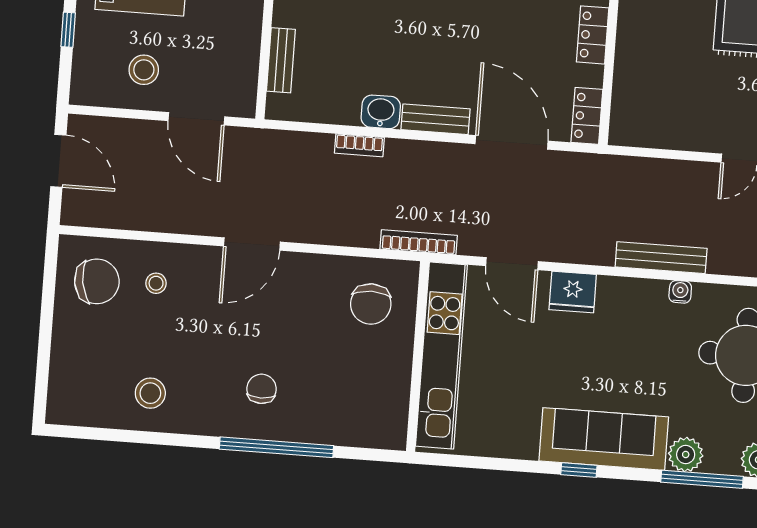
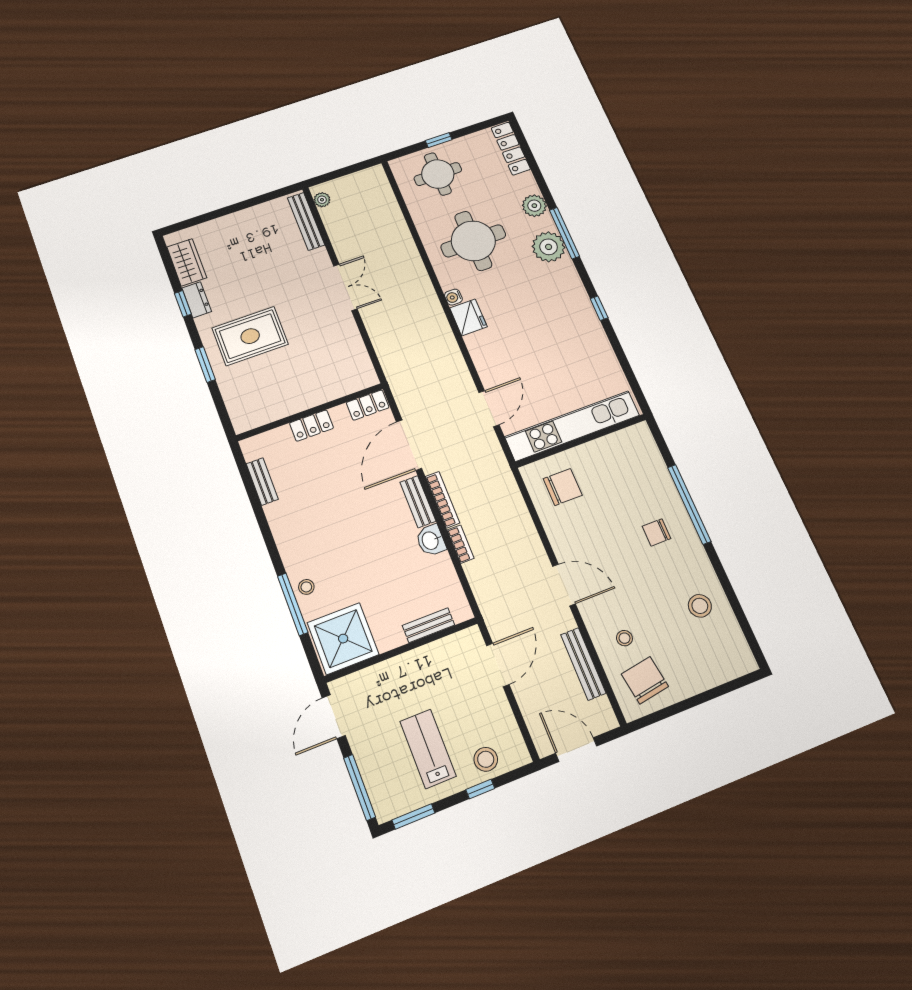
stool: (144, 70) -> (486, 759), moved
door: (58, 161) -> (576, 750), hinge flipped
bookcase: (419, 242) -> (443, 500), moved, turned 180
bench: (661, 258) -> (583, 664), moved
fridge: (573, 292) -> (468, 317), moved
sofa: (604, 439) -> (571, 302), removed
plant: (686, 455) -> (549, 247), width x1.36, depth x1.36

